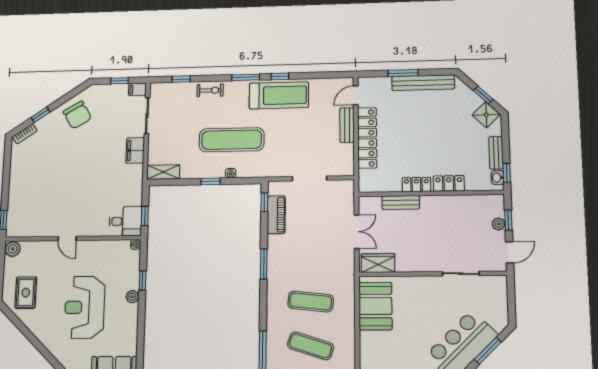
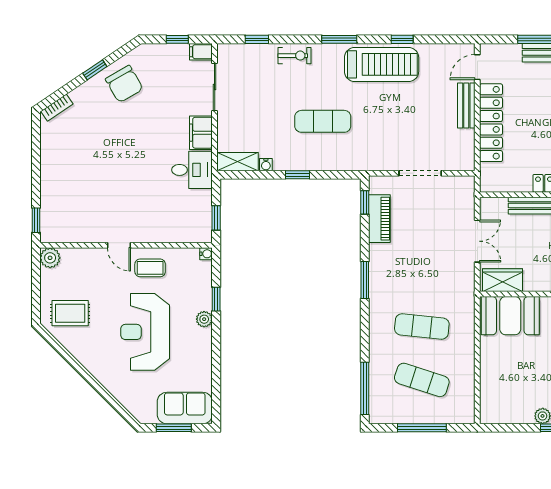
window: (280, 76) -> (402, 39), moved
window: (41, 115) -> (95, 70), moved
exercise mat: (232, 140) -> (323, 121), width x0.73, depth x0.69
water cooler: (231, 173) -> (266, 165), moved
desk: (125, 221) -> (192, 170), moved
coffee table: (91, 256) -> (150, 268), added
rug: (26, 293) -> (70, 313), turned 90
booth: (375, 306) -> (510, 316), moved, turned 90

